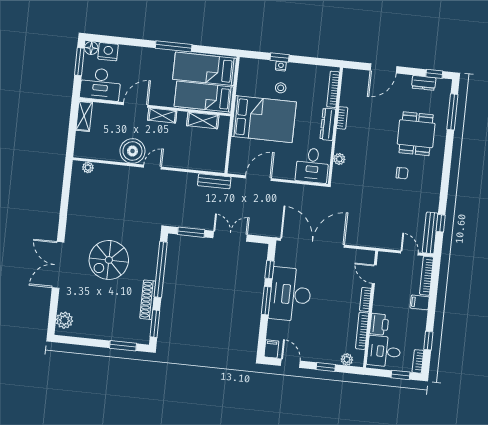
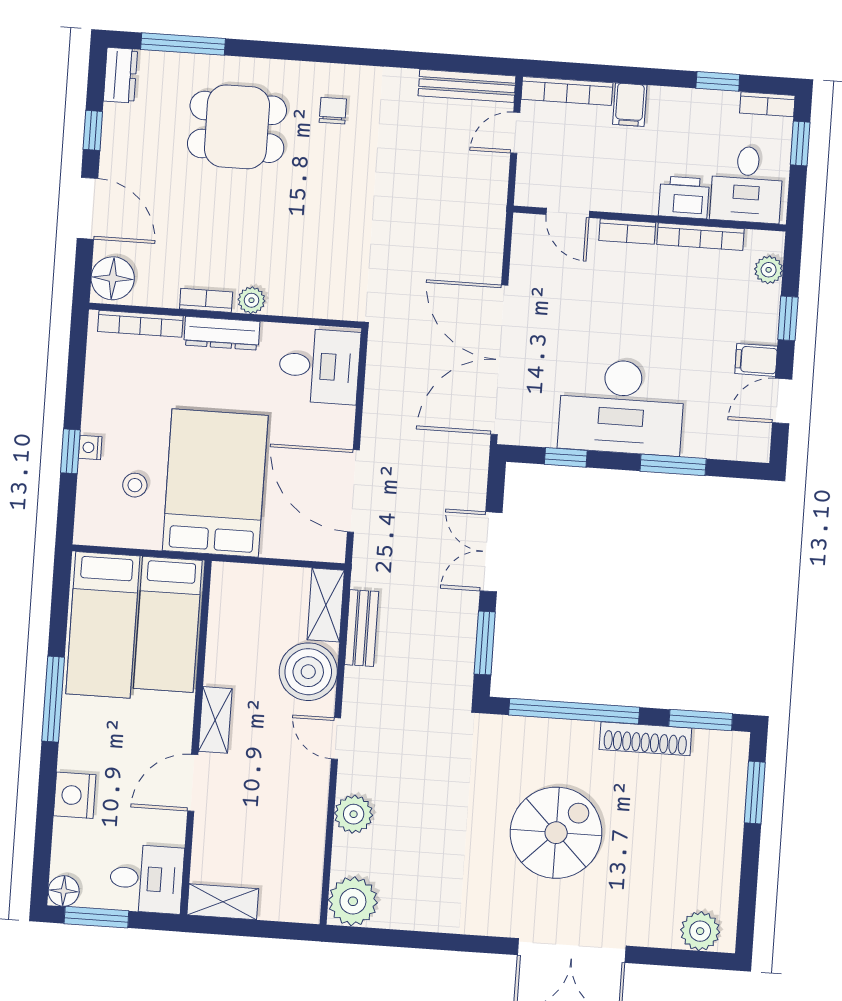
nightstand: (108, 52) -> (75, 795), moved
window: (434, 74) -> (93, 130), moved
floor lamp: (353, 78) -> (113, 278), added
dresser: (424, 83) -> (120, 75), moved
desk: (100, 84) -> (146, 879), width x0.73
stool: (281, 88) -> (135, 485), moved
door: (136, 105) -> (193, 783), hinge flipped
shelving: (203, 120) -> (326, 605), moved
boiler: (132, 151) -> (308, 672), moved
plant: (339, 159) -> (251, 300), moved
plant: (88, 167) -> (353, 901), width x1.88, depth x1.88
plant: (120, 173) -> (354, 814), added
chair: (402, 173) -> (333, 111), moved
door: (258, 178) -> (353, 491), width x1.36
bench: (214, 181) -> (362, 628), moved
window: (441, 223) -> (444, 62), removed
spiral stairs: (109, 260) -> (556, 833), turned -90
door: (374, 274) -> (568, 213), hinge flipped
window: (266, 301) -> (673, 465), moved
filing cabinet: (271, 349) -> (756, 360), moved

